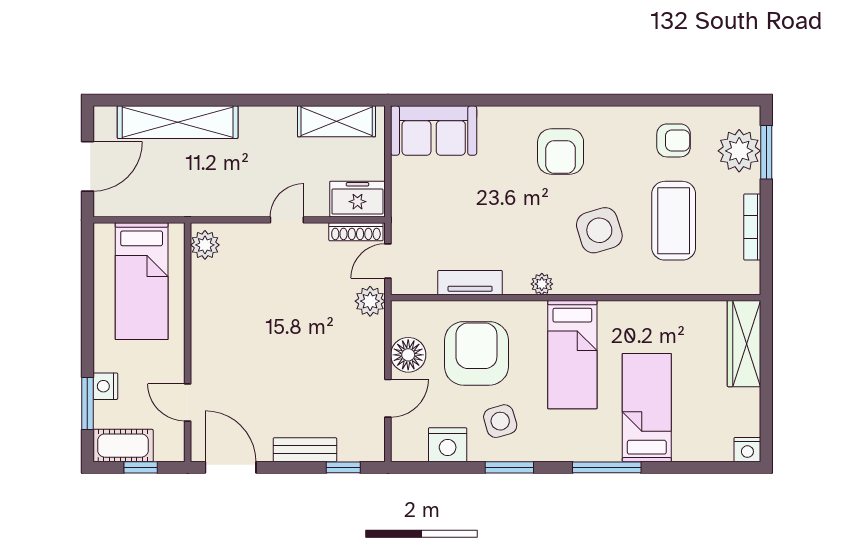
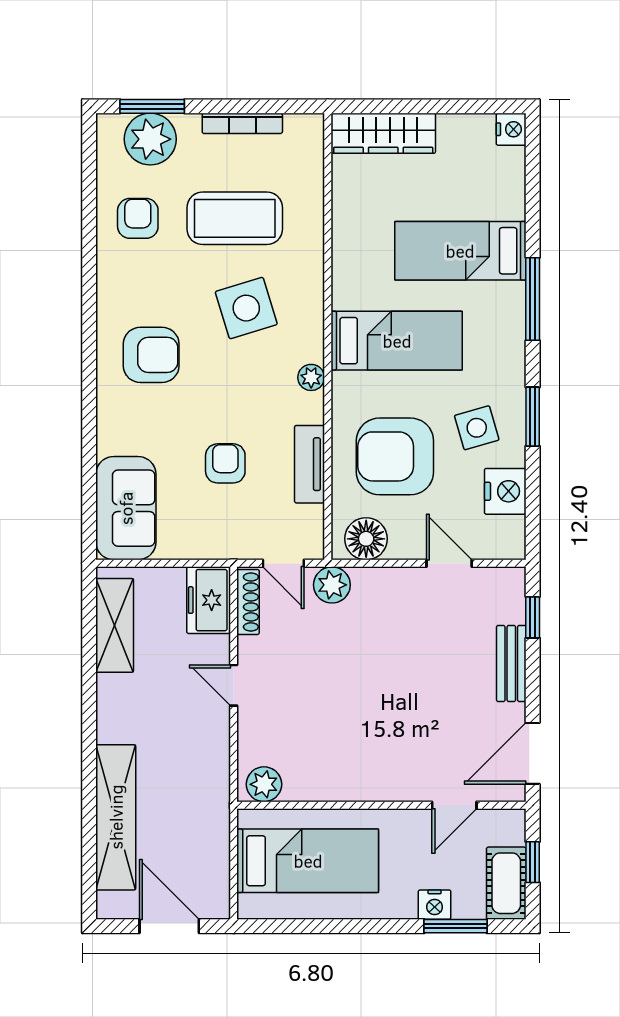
armchair: (471, 213) -> (225, 463), added
floor lamp: (408, 355) -> (366, 539), moved

